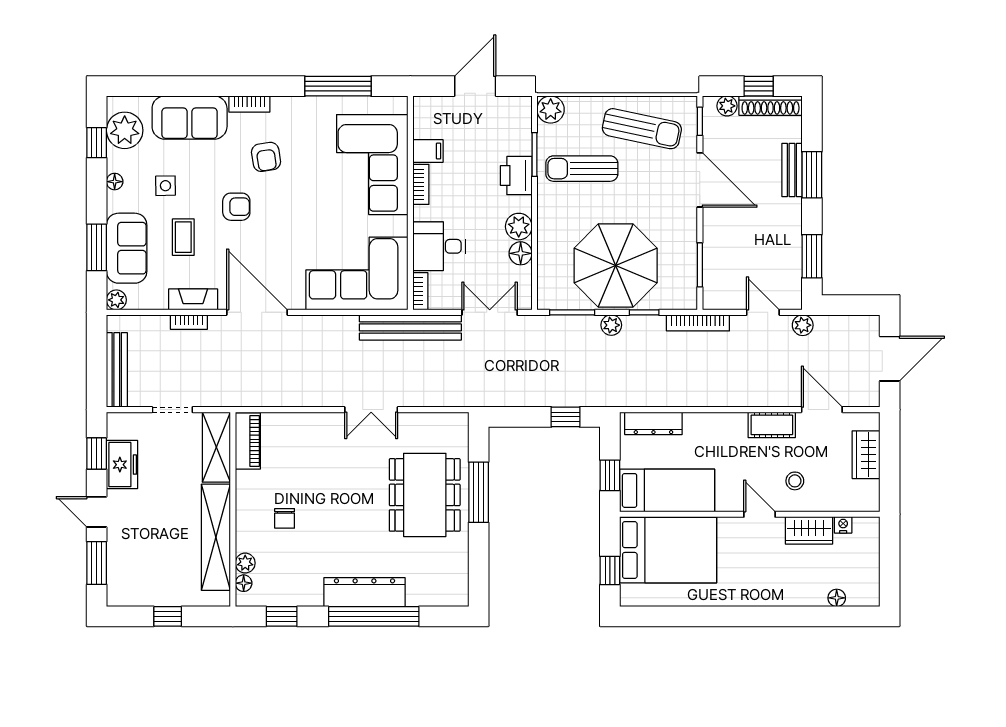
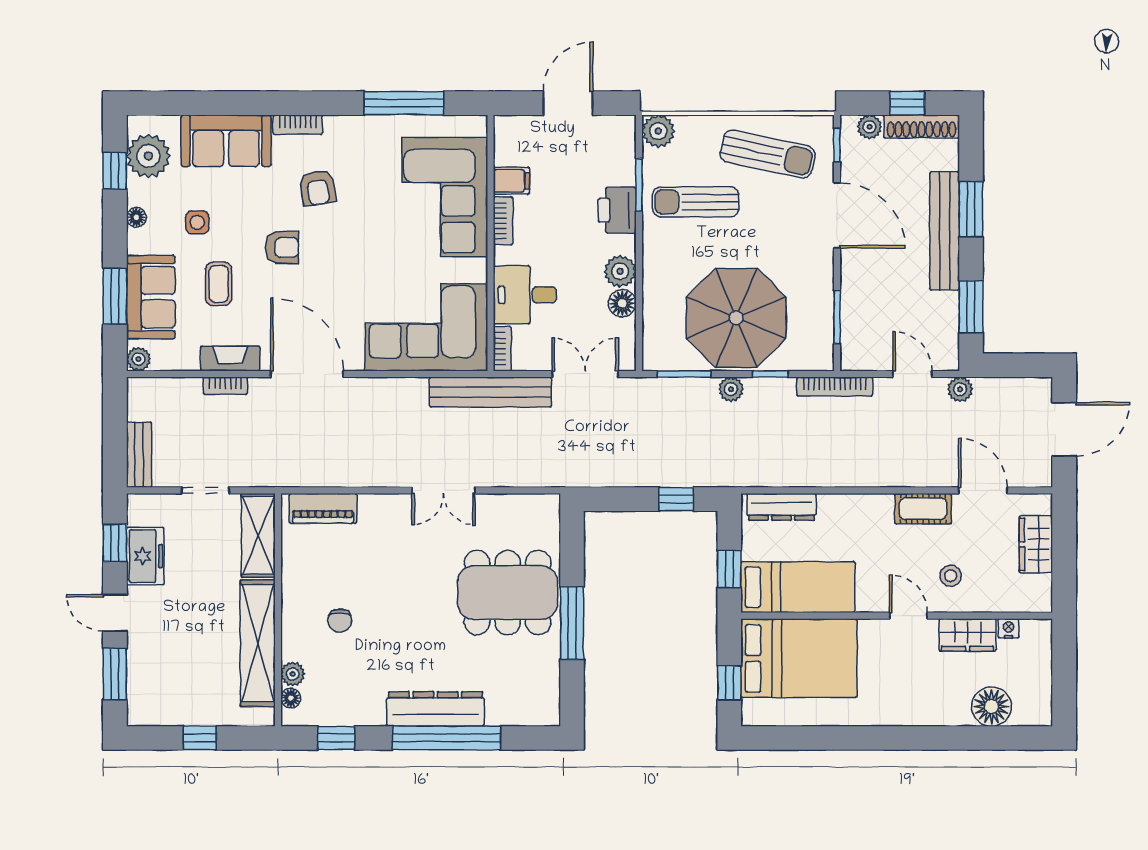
bench: (792, 170) -> (945, 231), width x1.86, depth x1.21
bench: (117, 370) -> (139, 455), width x0.73
piano: (248, 441) -> (323, 508), moved, turned 90
window: (479, 492) -> (572, 623), moved
dining table: (425, 495) -> (508, 593), turned 90
floor lamp: (837, 598) -> (992, 707), width x1.89, depth x1.89

